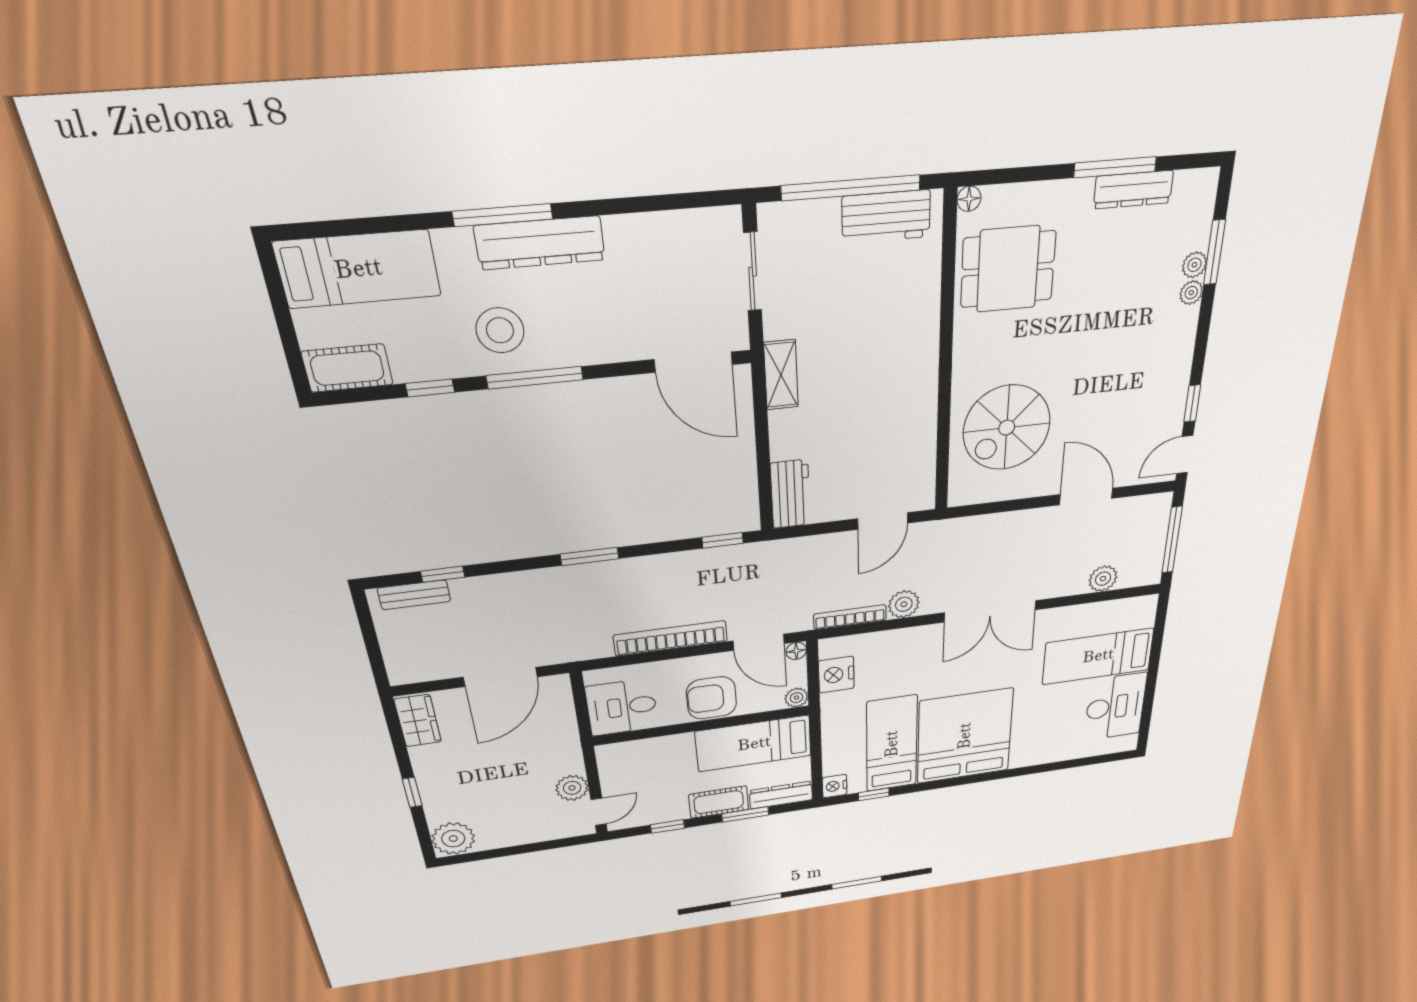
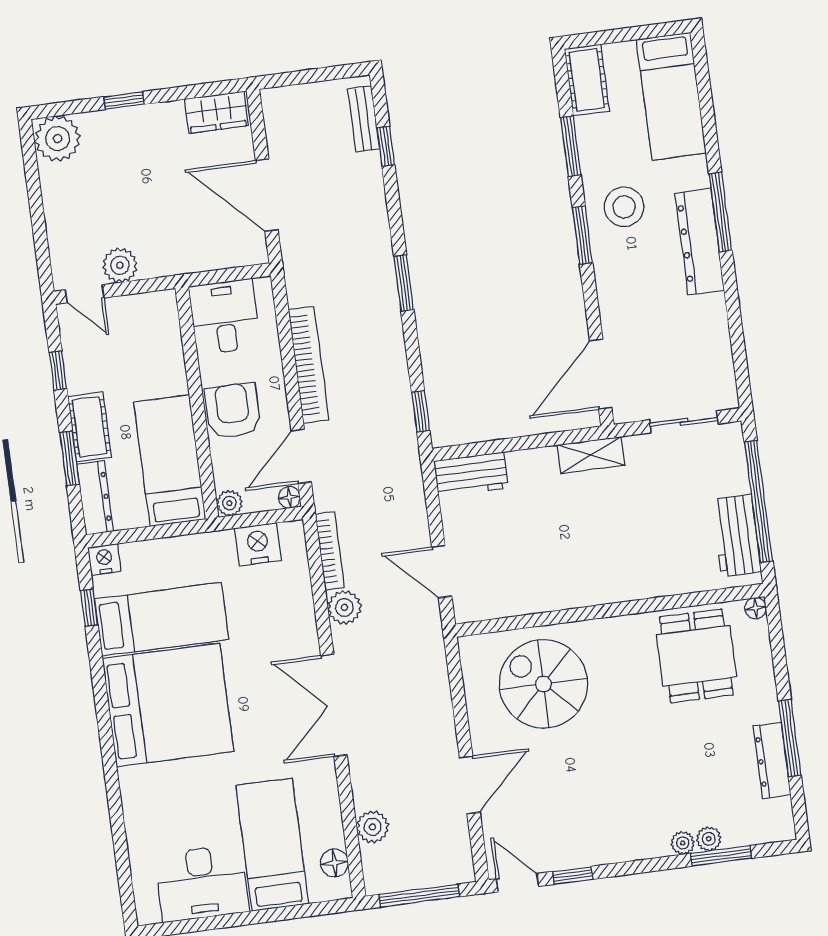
window: (535, 378) -> (582, 235), width x0.69
window: (430, 388) -> (571, 146), width x1.50
floor lamp: (1126, 609) -> (334, 863), added

